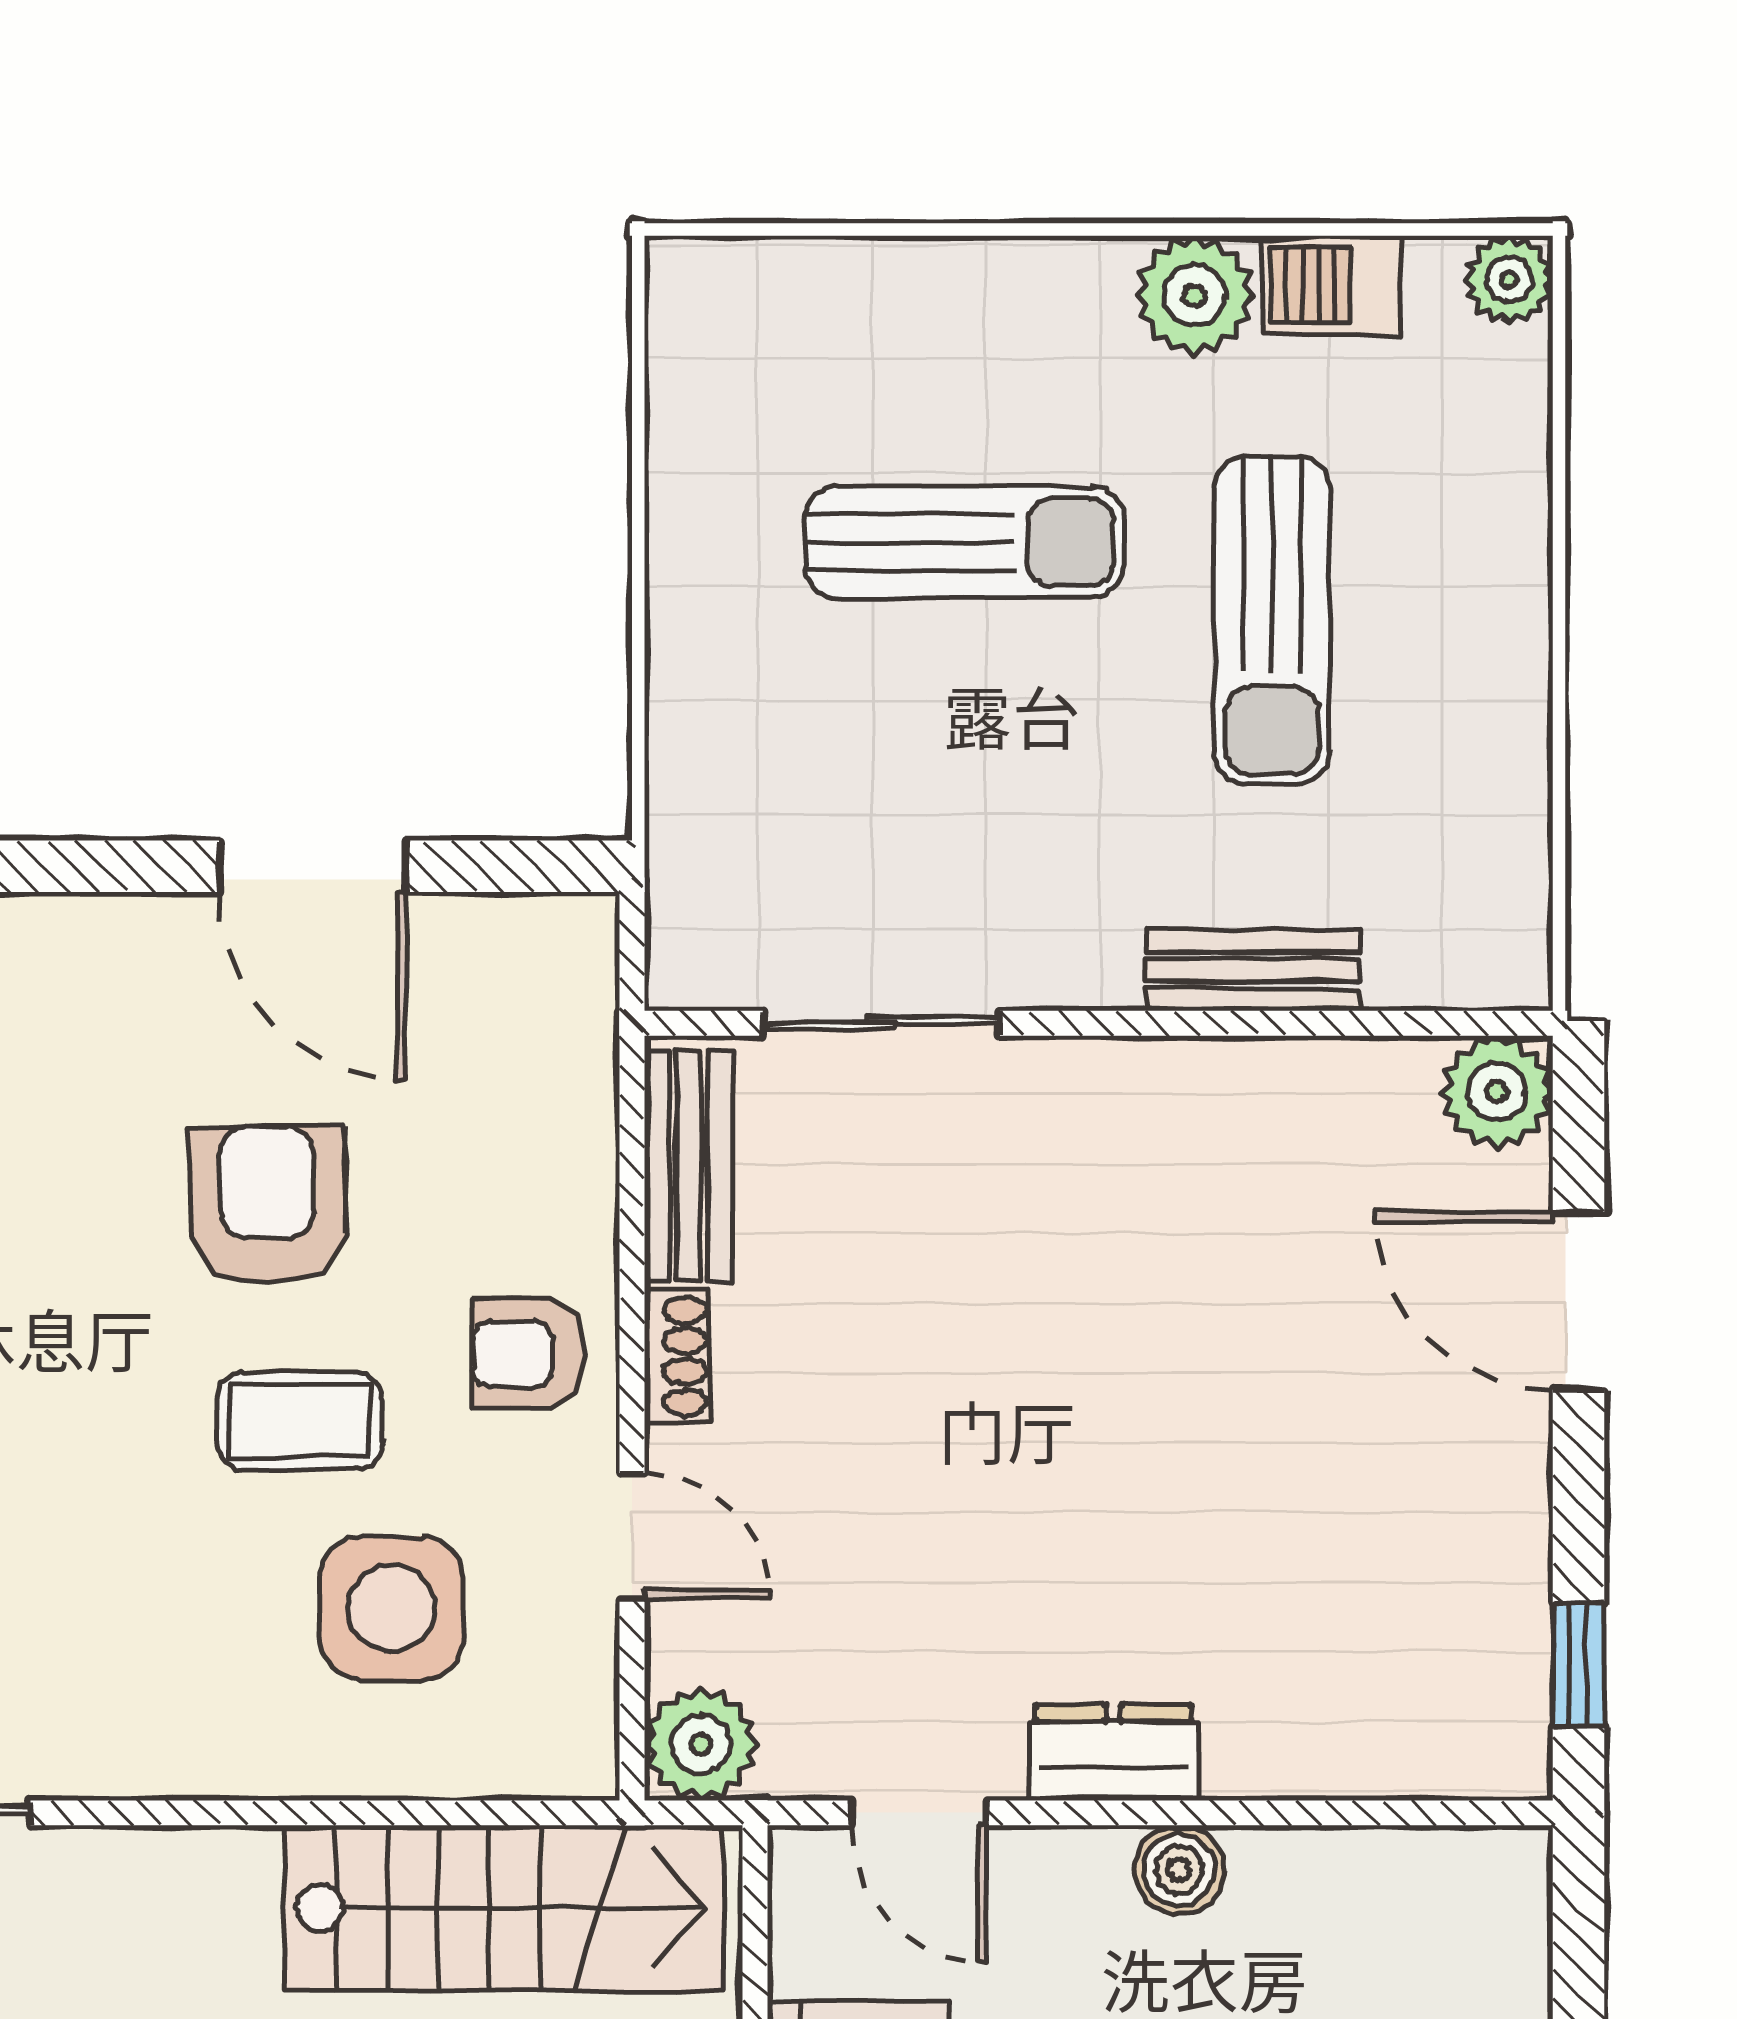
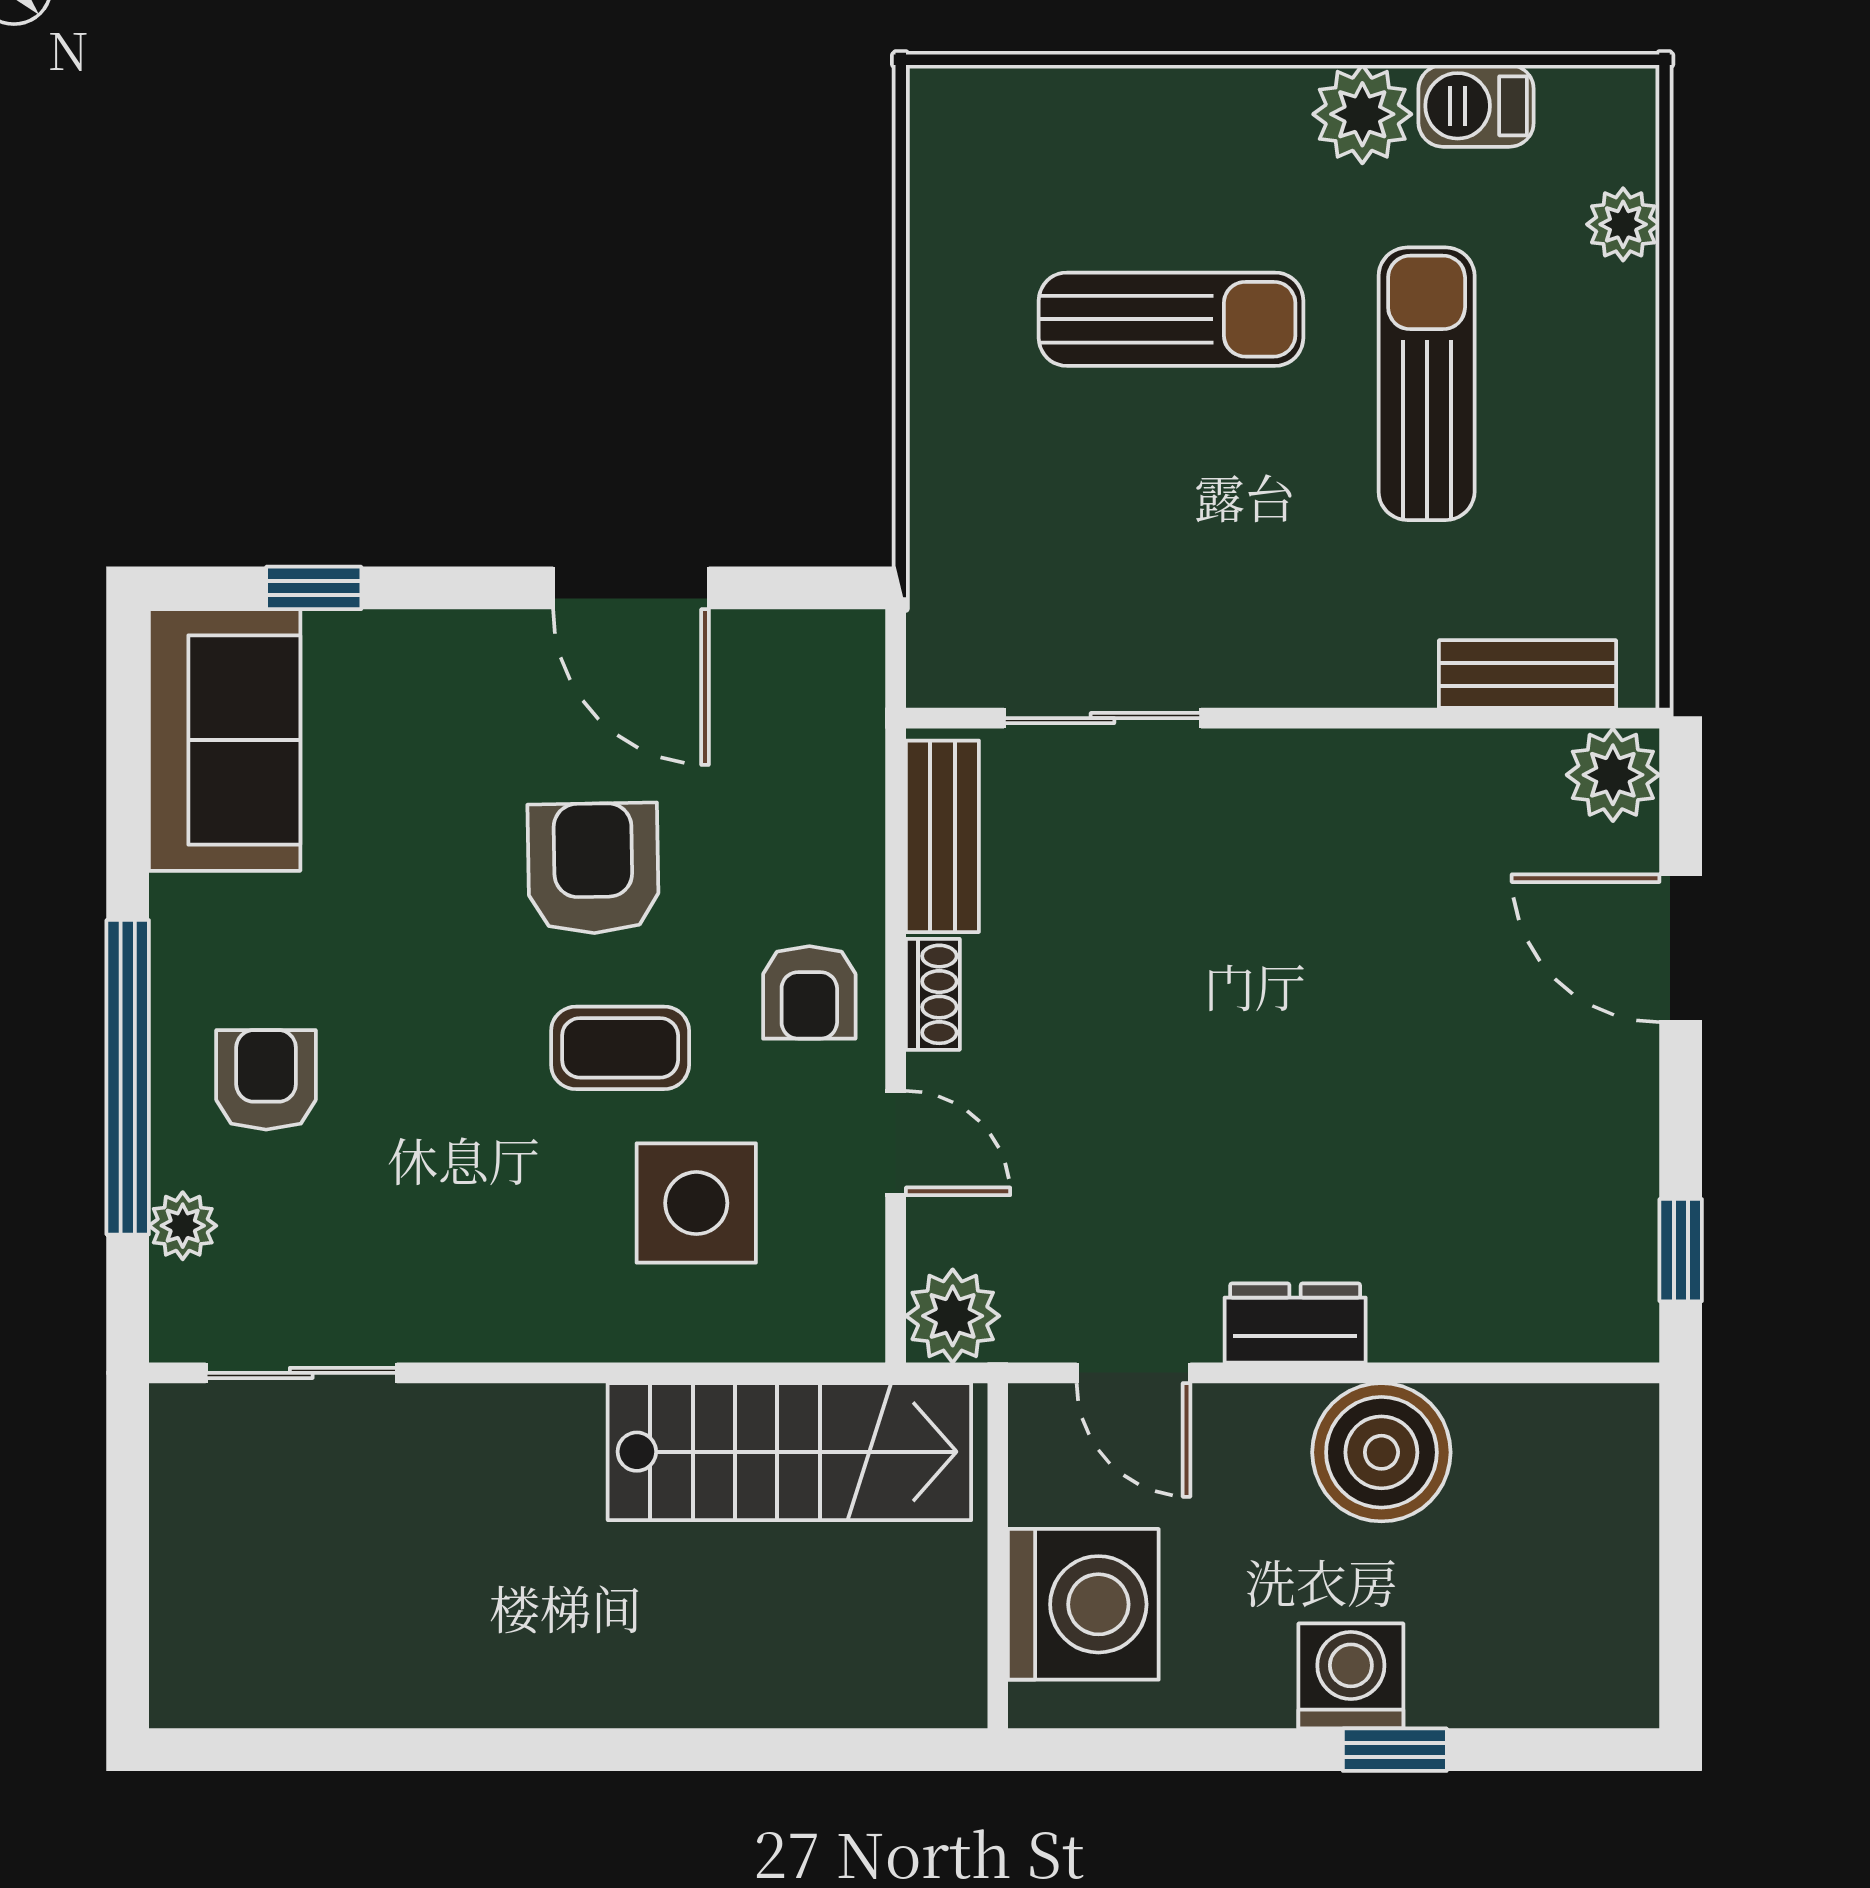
plant: (1509, 279) -> (1623, 224), moved
sun lounger: (1272, 620) -> (1427, 384), turned 180
bench: (1253, 970) -> (1528, 674), moved
armchair: (528, 1354) -> (809, 992), turned -90
boiler: (1179, 1870) -> (1381, 1452), width x1.86, depth x1.86

